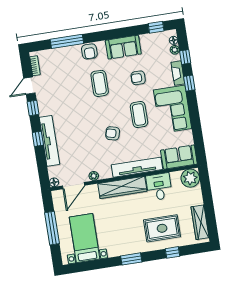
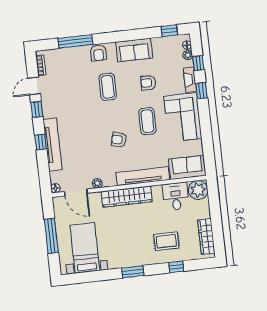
door: (74, 186) -> (76, 192), hinge flipped
desk: (159, 187) -> (176, 196), moved
rug: (162, 228) -> (166, 241), width x0.73, depth x0.70

